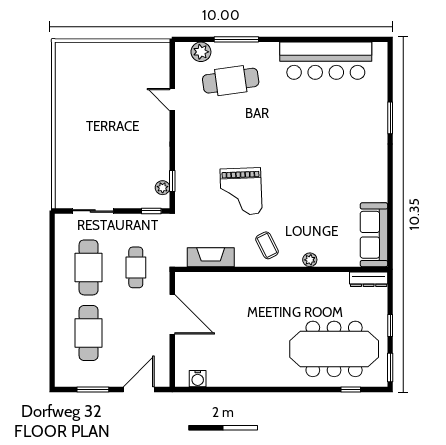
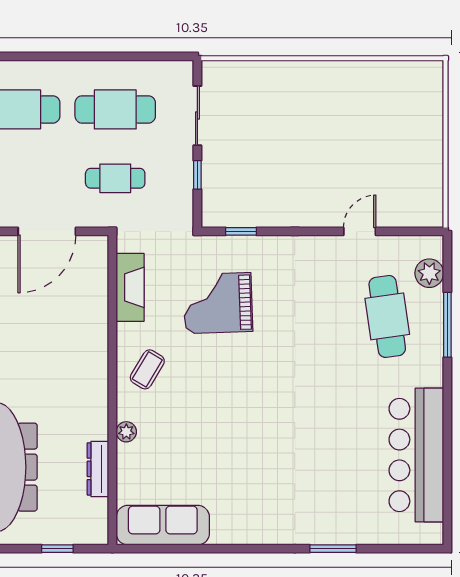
plant: (163, 188) -> (231, 217), removed
grand piano: (241, 191) -> (218, 303), moved
window: (151, 211) -> (197, 175), moved
coffee table: (267, 245) -> (147, 369), turned -32
dresser: (369, 279) -> (98, 469), moved
window: (390, 326) -> (57, 549), moved

